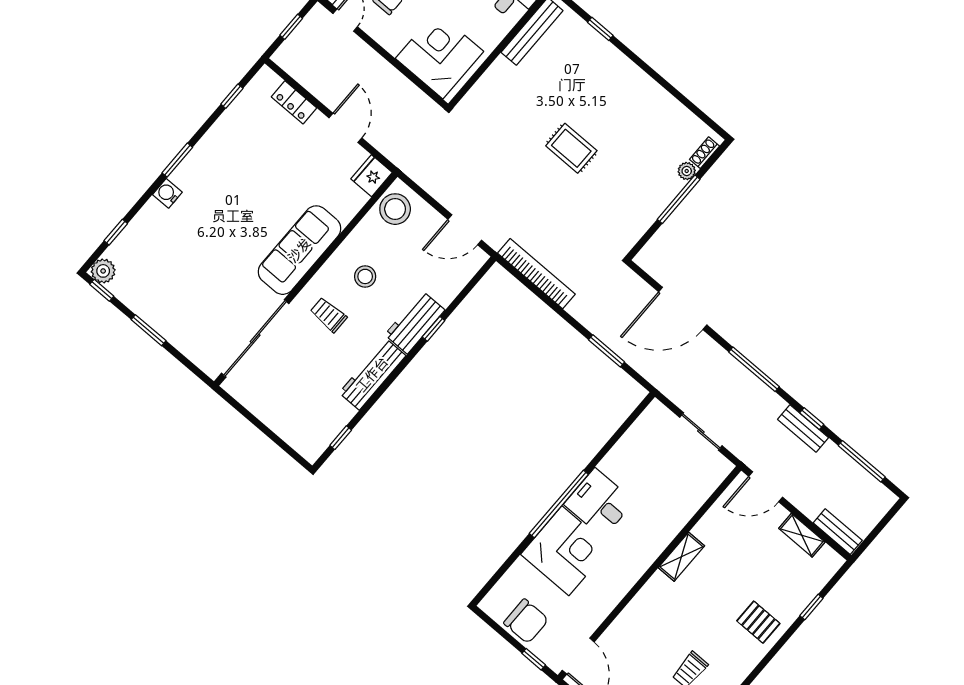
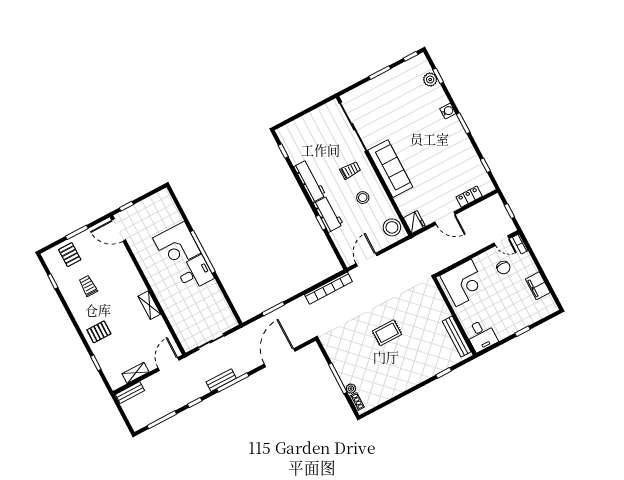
plant: (103, 271) -> (430, 80), moved
bench: (803, 428) -> (221, 380), moved
chair: (526, 621) -> (148, 210), removed

